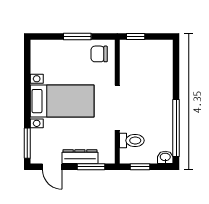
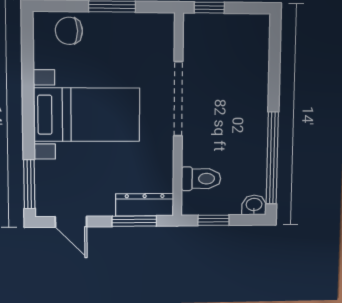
chair: (99, 54) -> (69, 31), moved
doorway: (117, 108) -> (178, 99), moved
dresser: (80, 157) -> (145, 205), moved

